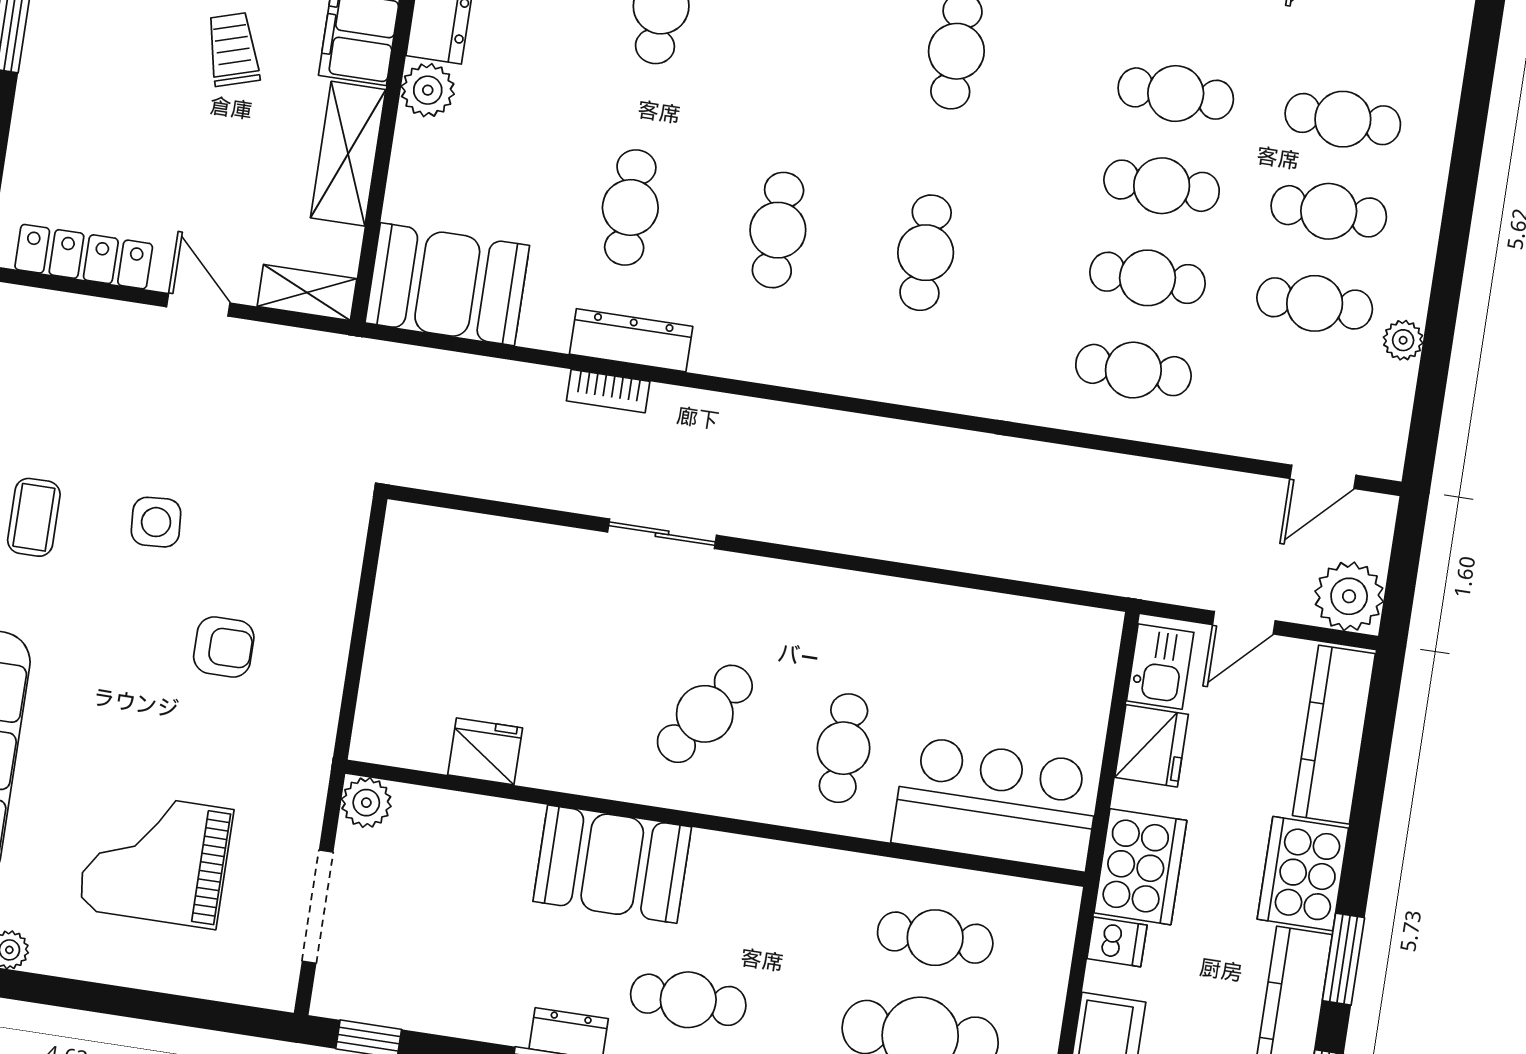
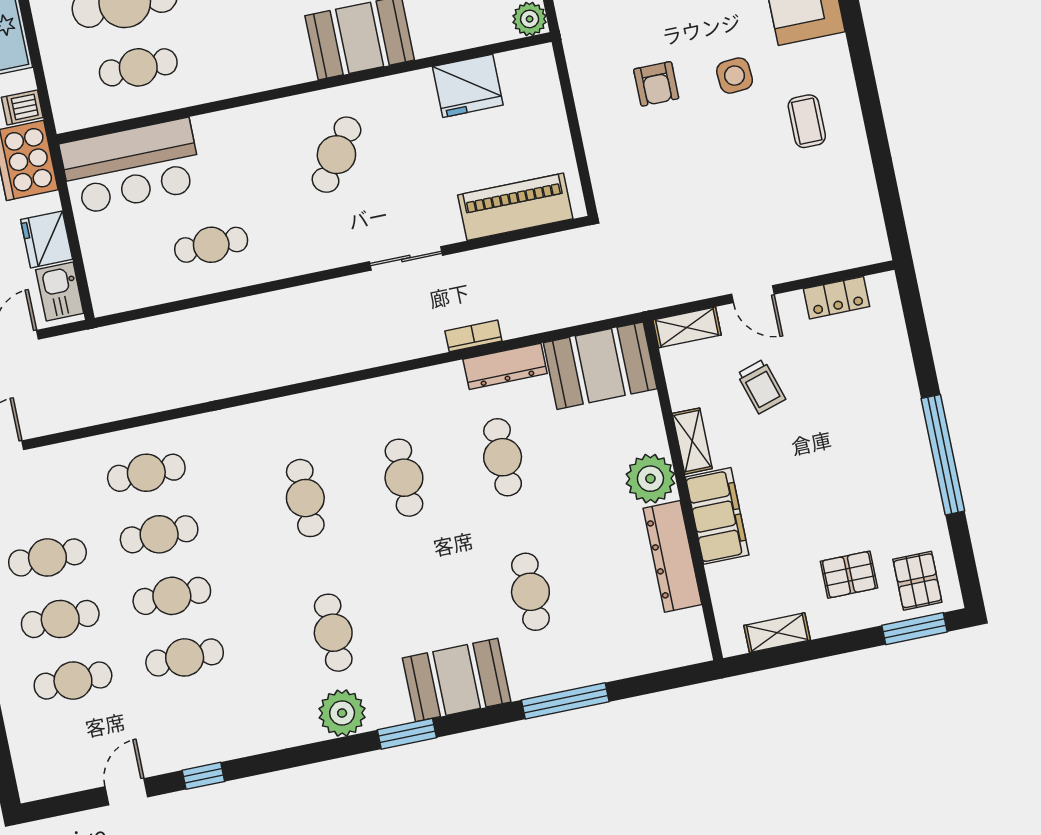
trolley: (233, 49) -> (761, 386), moved
plant: (428, 90) -> (650, 479), width x1.36, depth x1.36
shelving: (348, 154) -> (692, 441), width x0.67, depth x0.75
locker: (84, 257) -> (837, 298), width x0.66
dresser: (631, 340) -> (505, 366), moved
side table: (156, 522) -> (735, 76), moved
piano: (483, 549) -> (515, 207), added
armchair: (224, 647) -> (656, 84), turned -90
cafe table: (843, 748) -> (211, 245), moved, turned 90
fridge: (485, 751) -> (468, 86), width x1.36, depth x1.34

